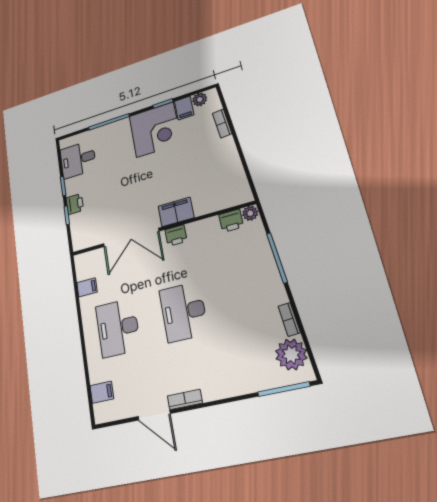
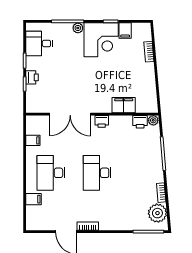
plant: (200, 99) -> (78, 28), moved
filing cabinet: (176, 212) -> (124, 105), moved
filing cabinet: (102, 392) -> (33, 199), moved

